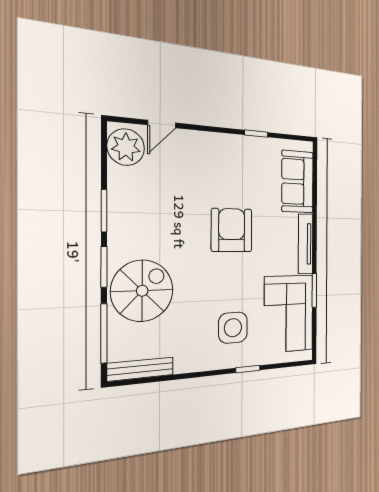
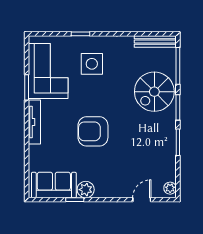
plant: (126, 147) -> (170, 188), width x0.53, depth x0.53
plant: (242, 147) -> (86, 190), added
sofa: (298, 182) -> (54, 185), moved, turned -90
armchair: (232, 230) -> (93, 131), turned 90

